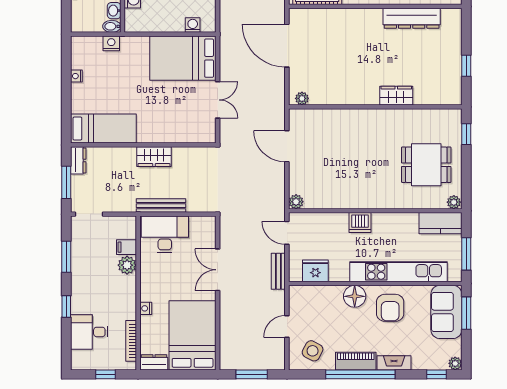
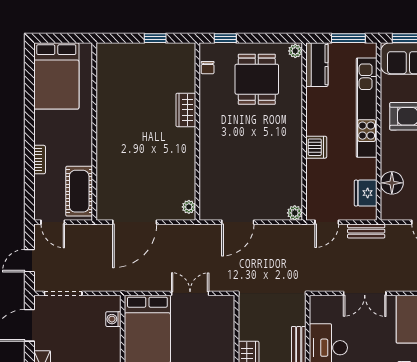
dresser: (412, 18) -> (106, 94), removed
chair: (438, 117) -> (208, 68), added
floor lamp: (355, 296) -> (392, 183), moved

